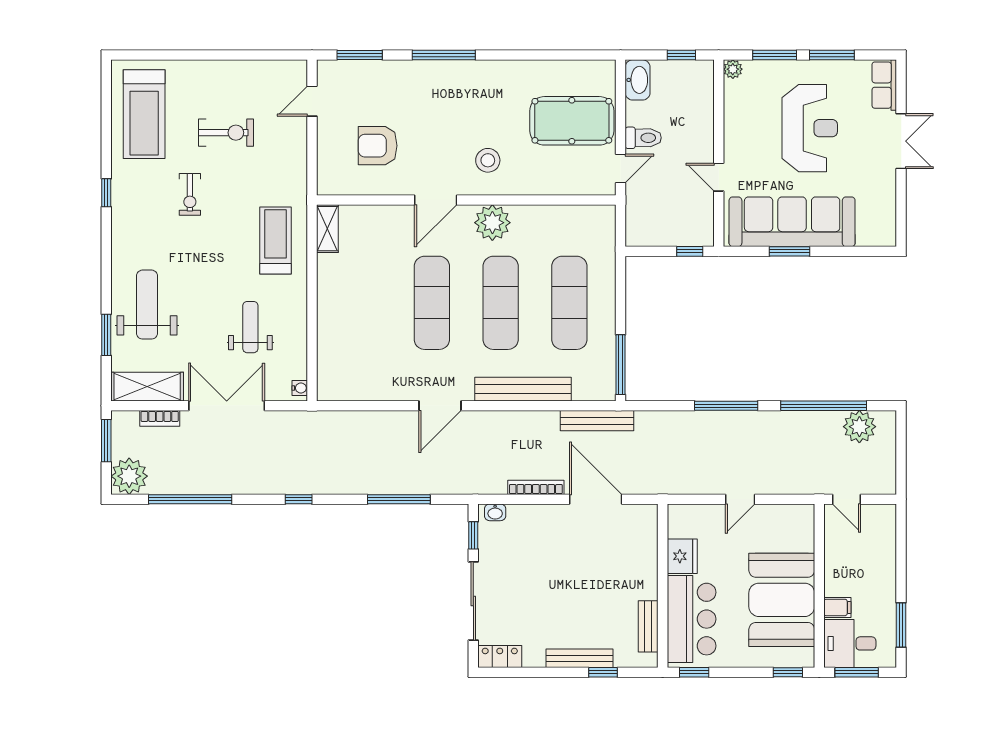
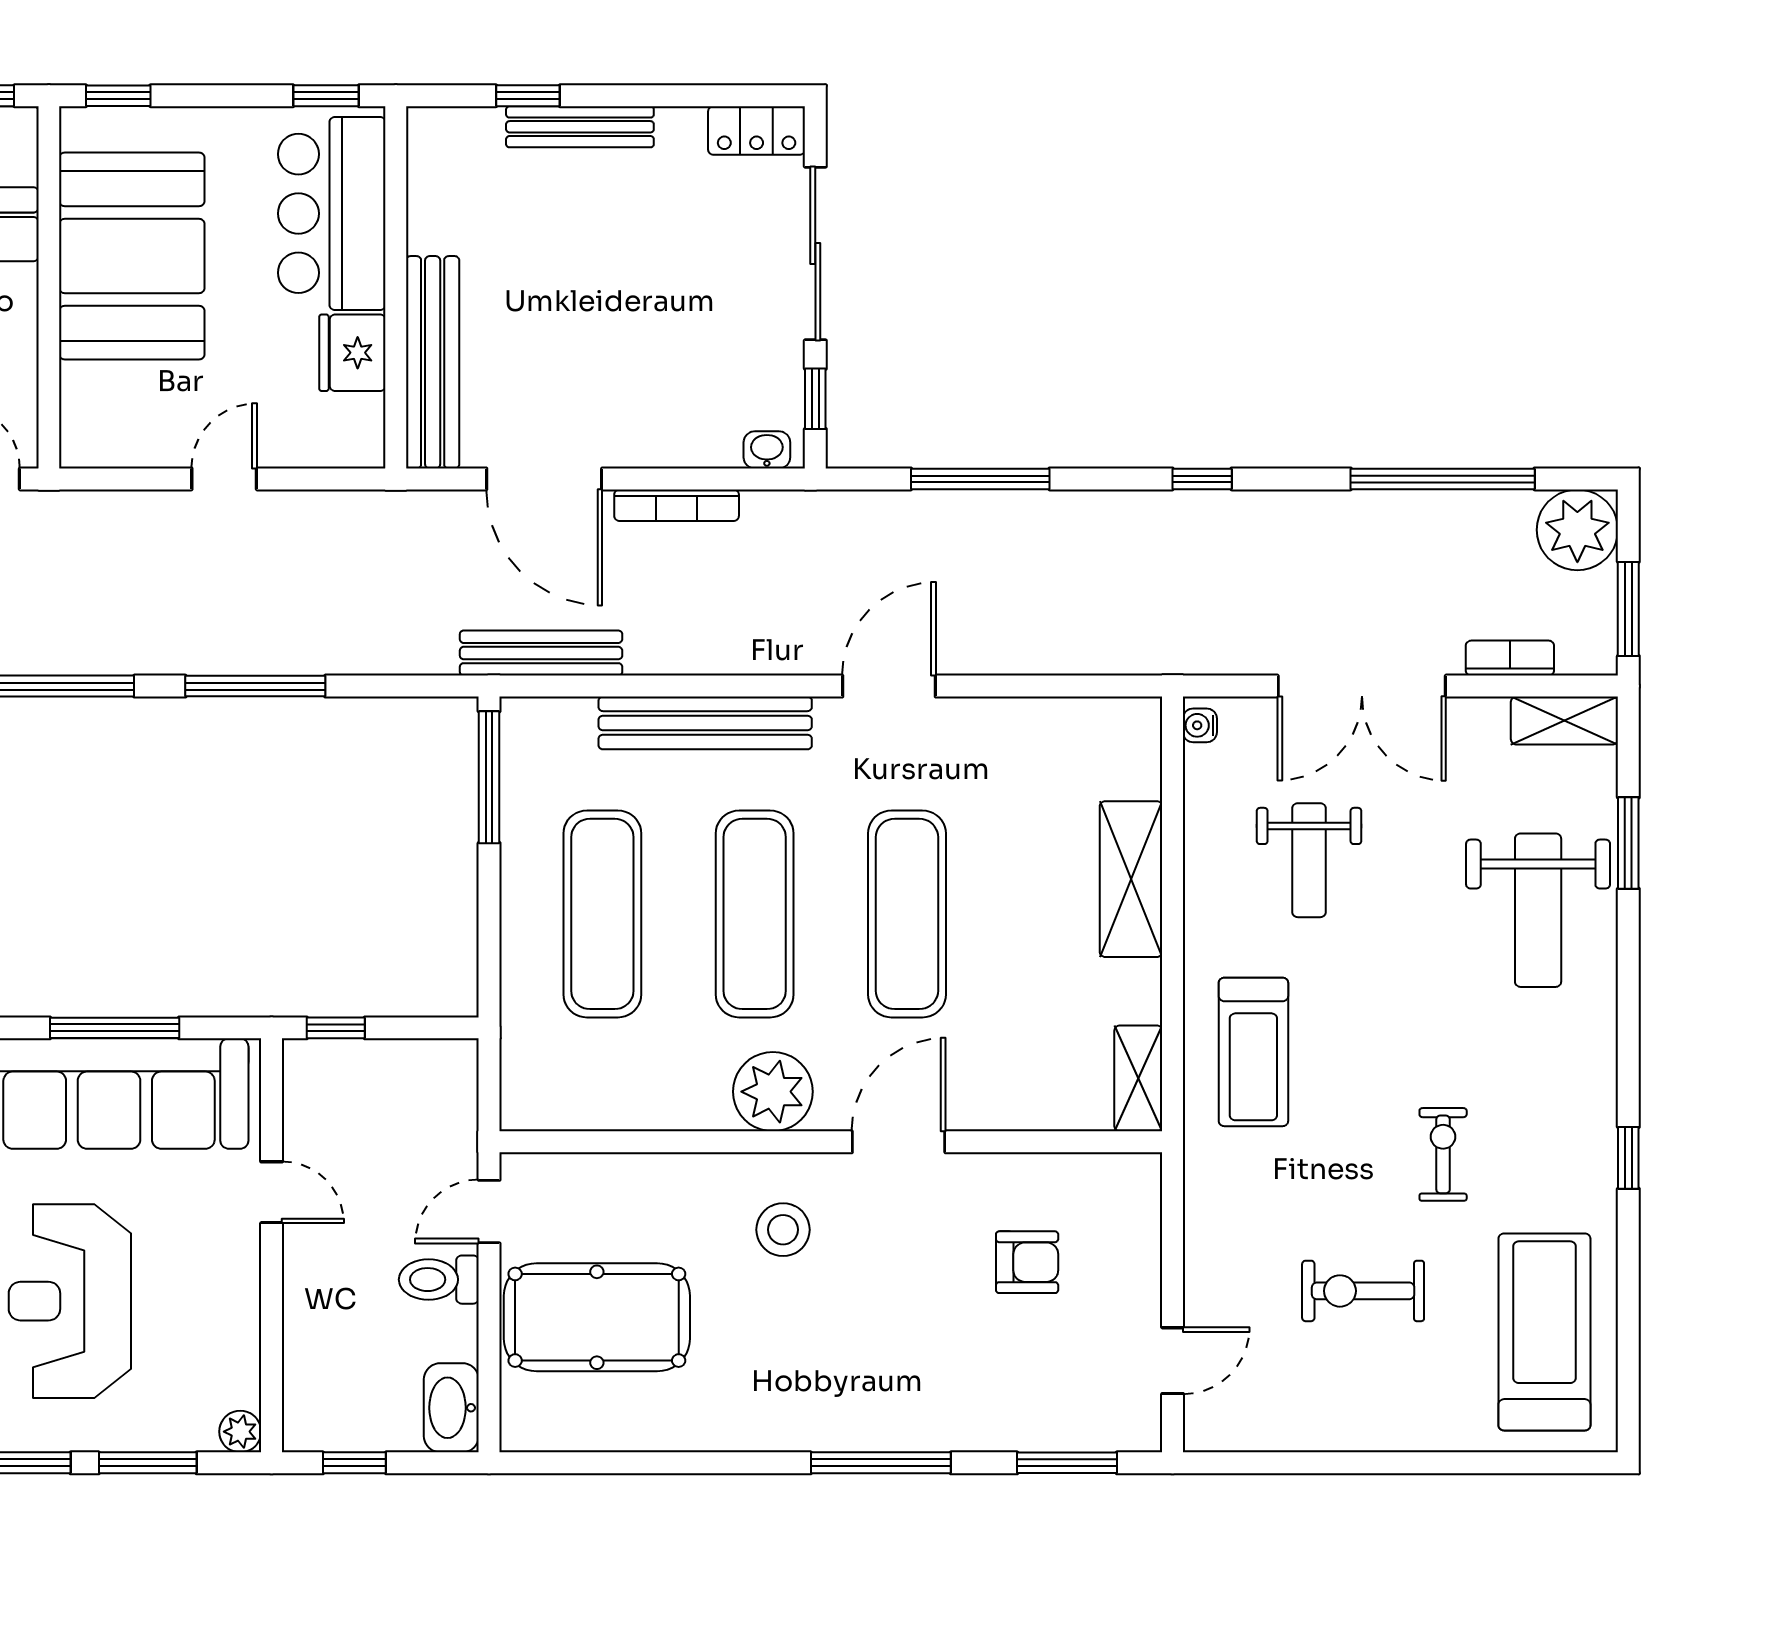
armchair: (378, 146) -> (1027, 1262), width x0.72, depth x0.72
window: (790, 251) -> (115, 1028), width x1.44
shelving: (331, 319) -> (1131, 879), added
shelving: (147, 387) -> (1564, 721), width x0.67, depth x0.75
bench: (648, 626) -> (433, 362), moved, width x1.86, depth x1.21

